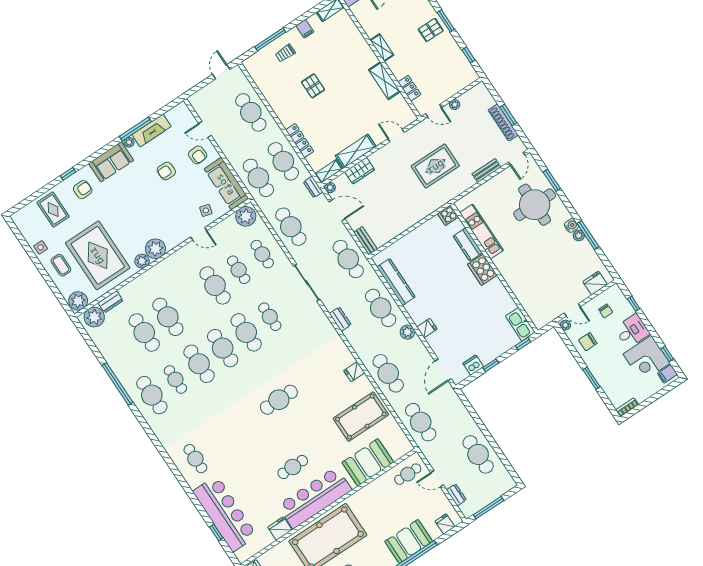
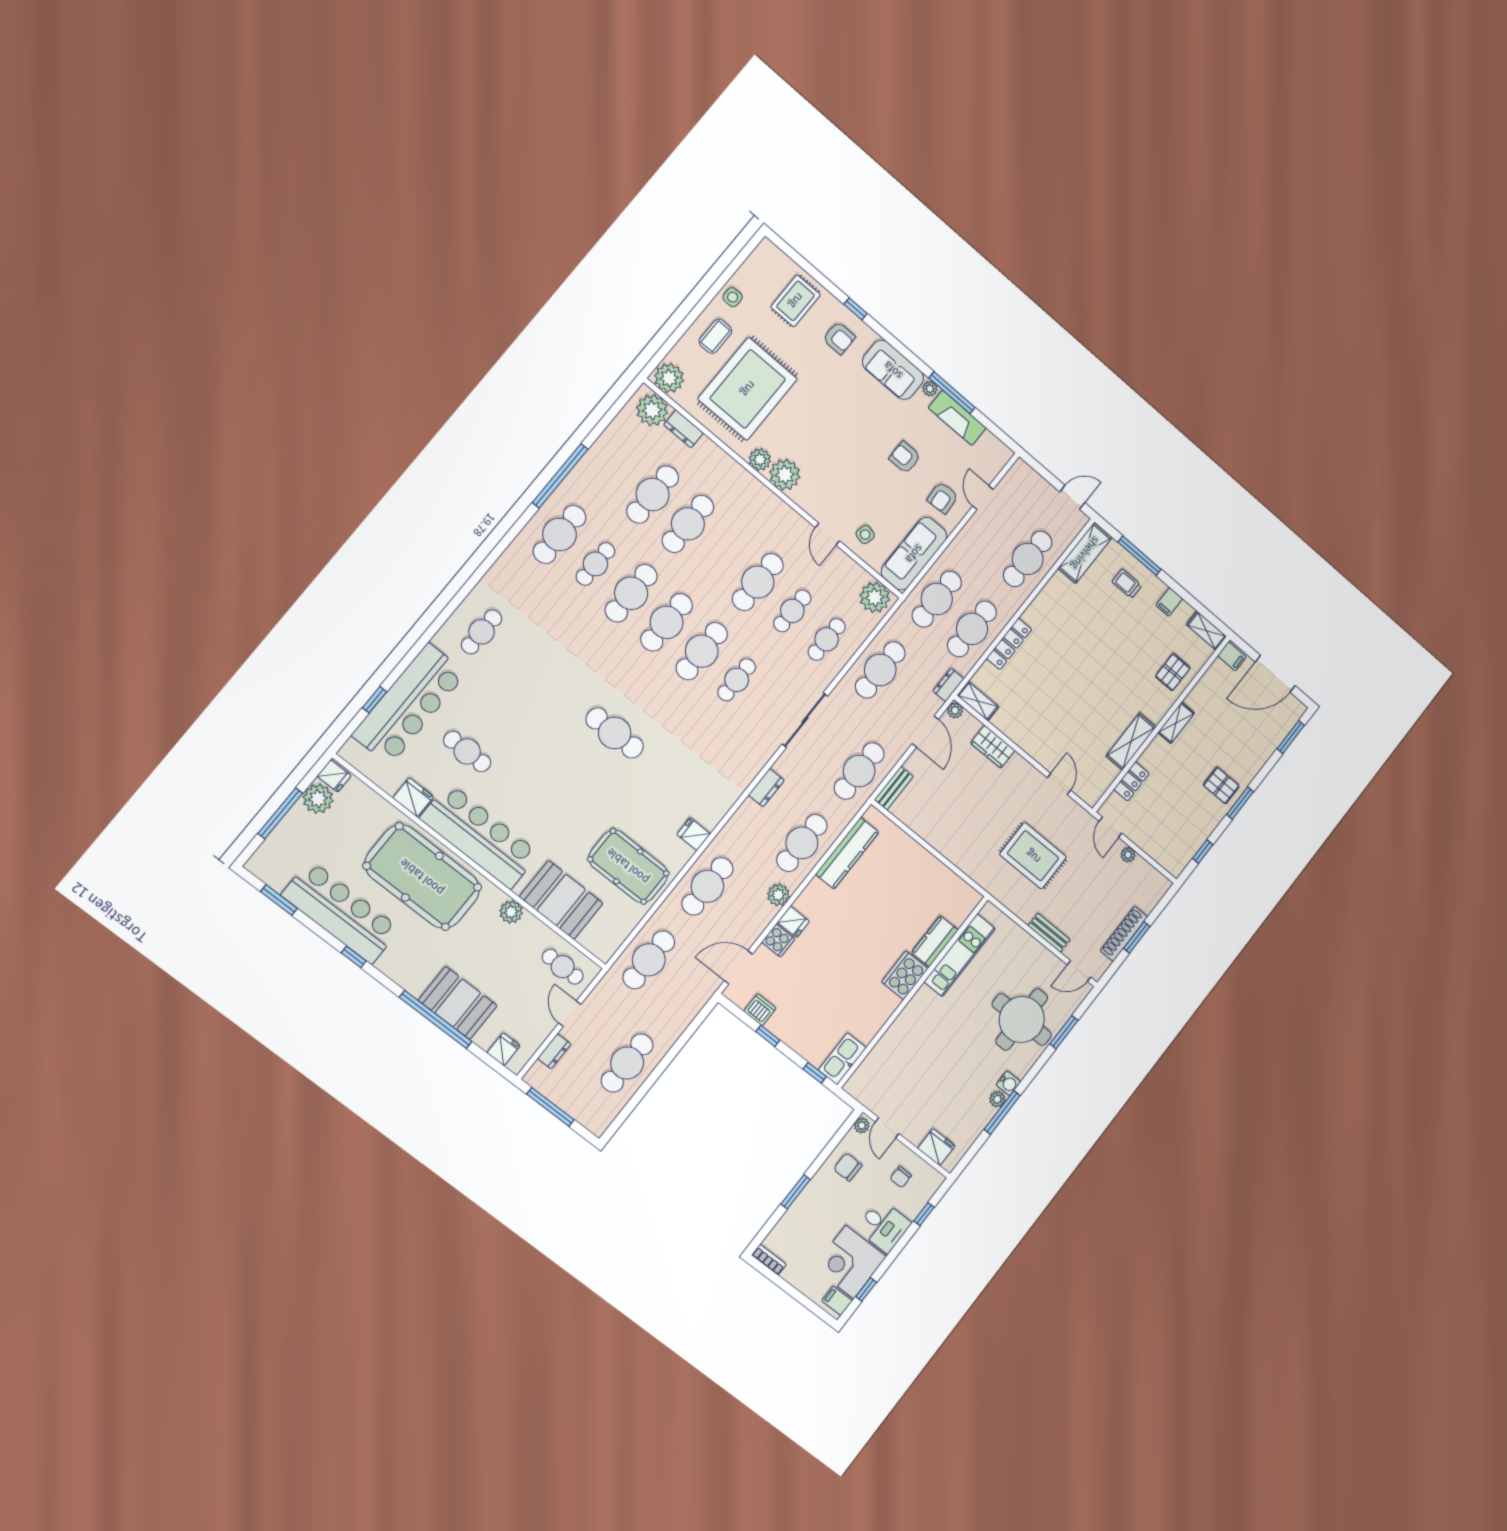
pallet: (313, 86) -> (1173, 672), moved
shelving: (356, 151) -> (1085, 553), moved, turned 90
cooker: (448, 215) -> (778, 941), moved, turned 180
cafe table: (293, 467) -> (467, 751), moved
plant: (365, 494) -> (511, 912), added

